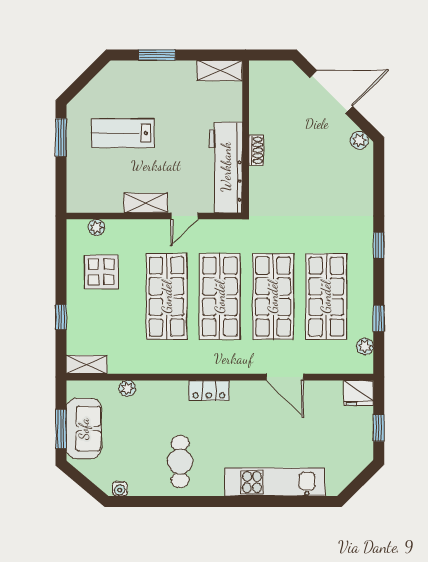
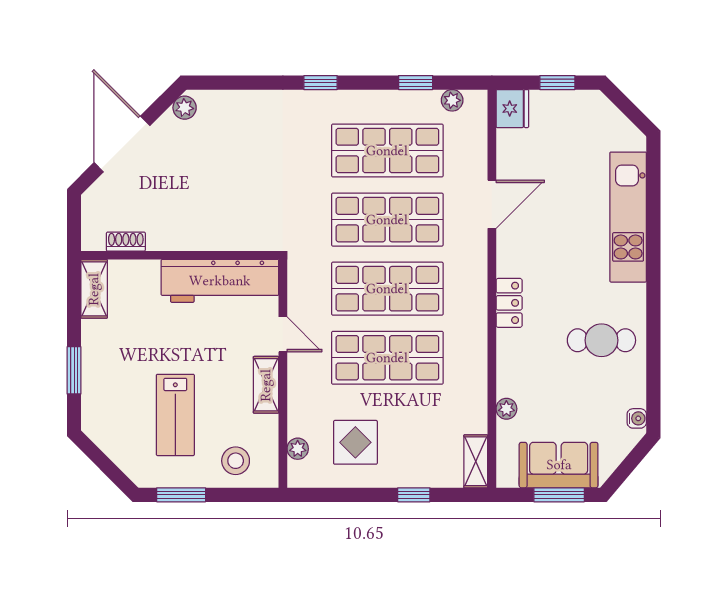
shoe rack: (256, 150) -> (126, 242), moved
stool: (87, 180) -> (236, 461), added

